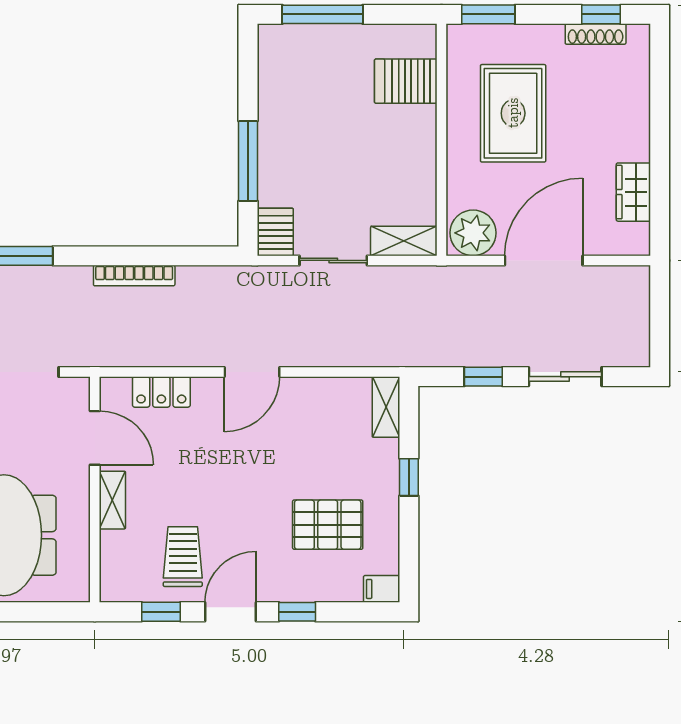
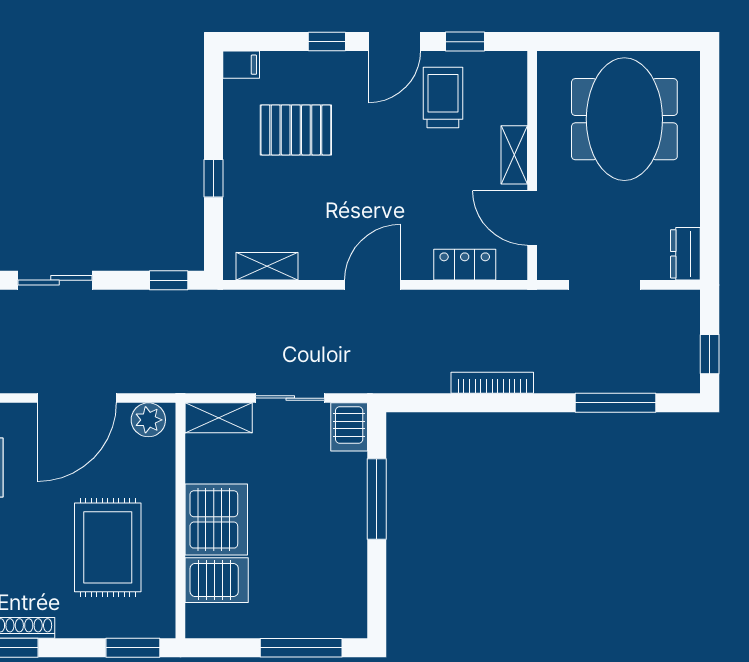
server rack: (406, 141) -> (216, 519), added
plant: (473, 233) -> (148, 420), width x0.73, depth x0.73
window: (483, 377) -> (169, 280), moved
shelving: (386, 407) -> (267, 266), moved, turned 90
trolley: (183, 557) -> (443, 98), turned 180

